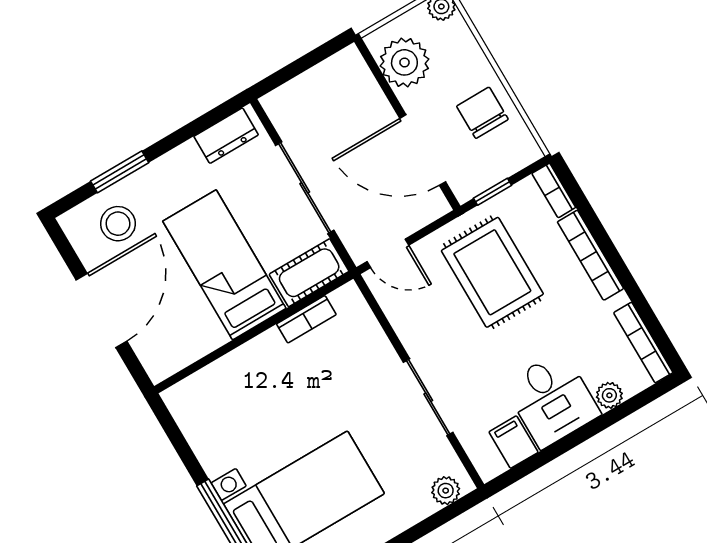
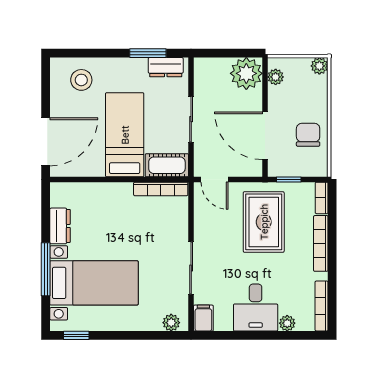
plant: (404, 62) -> (276, 77), width x0.53, depth x0.53
plant: (345, 78) -> (246, 73), added
window: (120, 172) -> (148, 53), moved
sliding door: (305, 188) -> (191, 119), width x0.73
door: (102, 311) -> (46, 142), moved
bookcase: (306, 319) -> (161, 189), width x1.56
filing cabinet: (513, 442) -> (203, 318), moved
dresser: (209, 447) -> (60, 226), added

